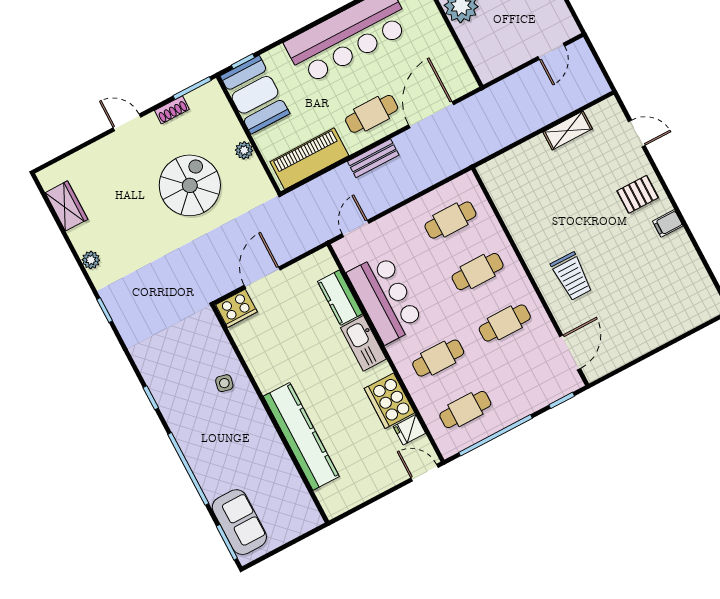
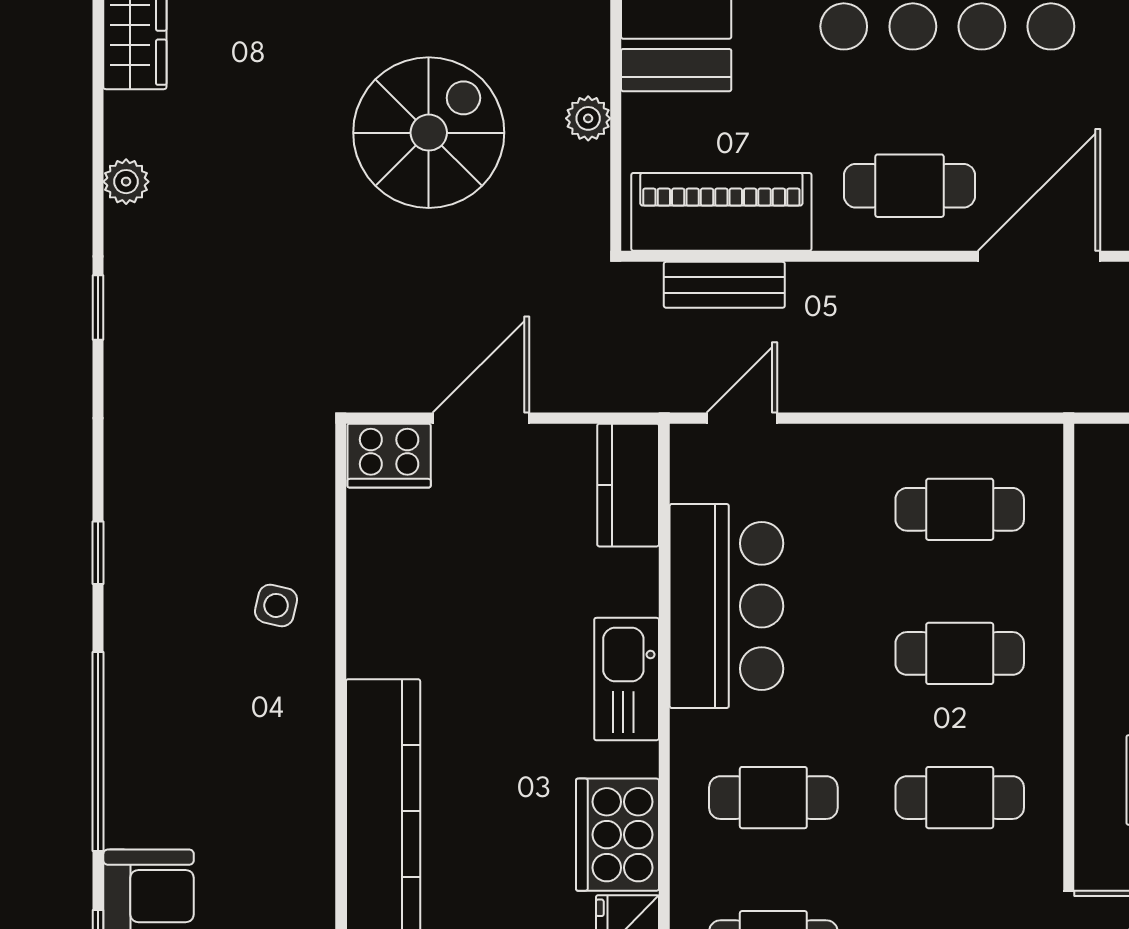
bench: (373, 158) -> (724, 285), moved
kitchen counter: (340, 298) -> (628, 485), moved

